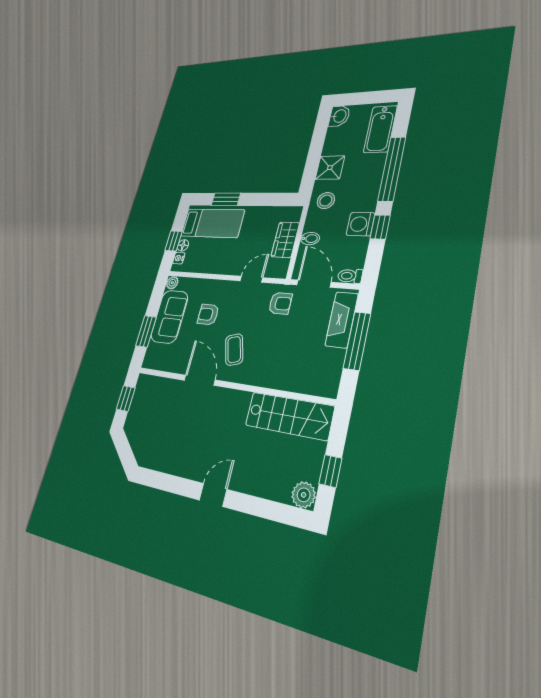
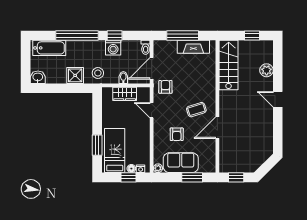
fireplace: (342, 320) -> (193, 47), moved
plant: (304, 495) -> (267, 70), moved

